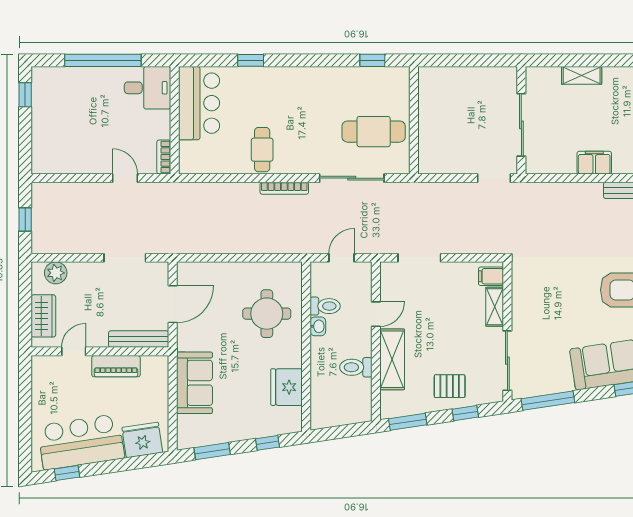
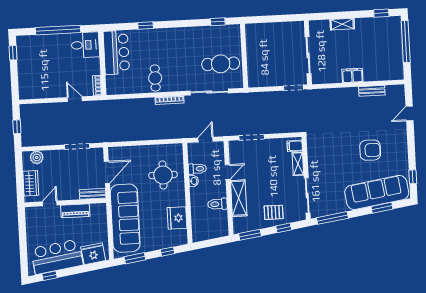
bench: (139, 339) -> (93, 194), width x0.73
sofa: (194, 383) -> (125, 218), width x1.85, depth x1.27

